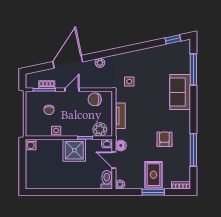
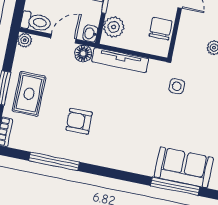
sofa: (180, 92) -> (184, 167), moved
tv unit: (120, 116) -> (120, 60), width x1.41
armchair: (164, 139) -> (79, 121), turned 180
rug: (153, 175) -> (29, 94), turned 90

